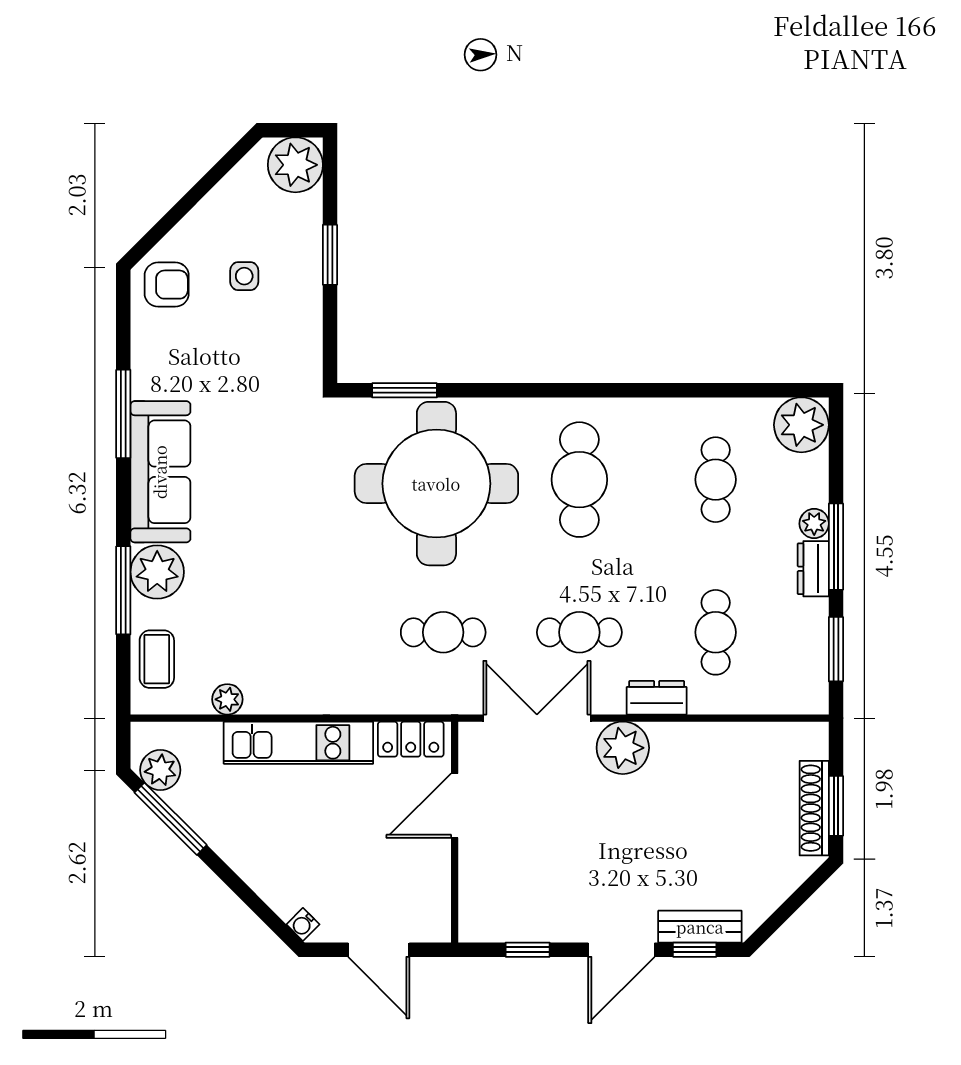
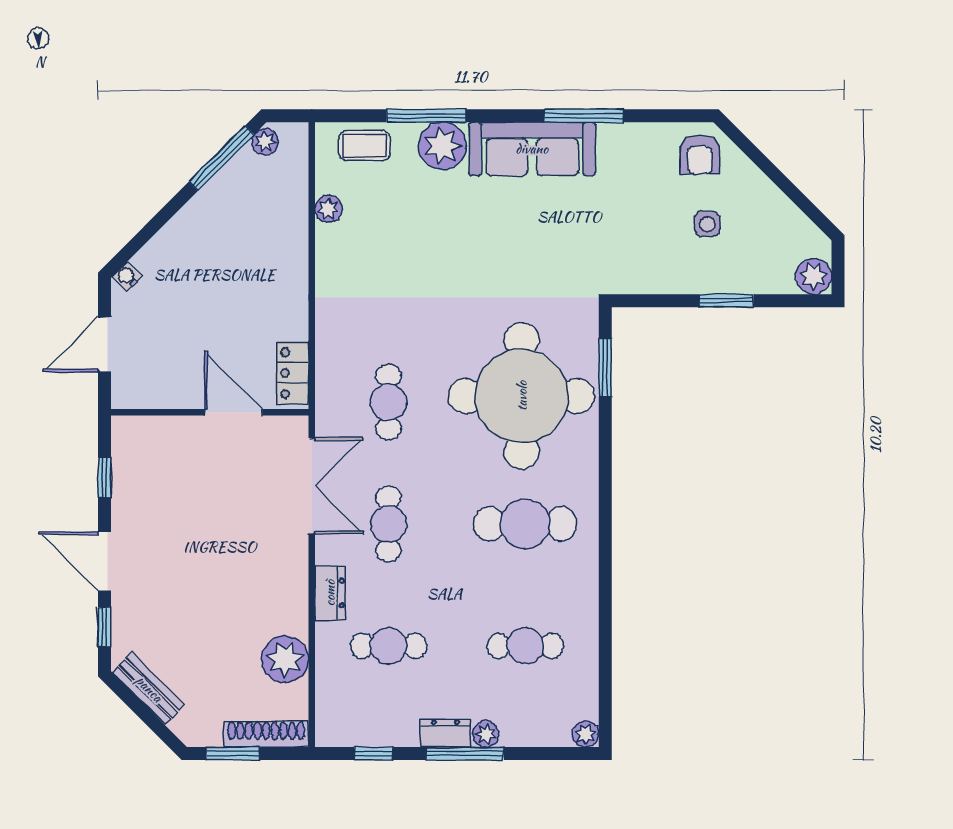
plant: (295, 165) -> (814, 276), width x0.73, depth x0.73
plant: (801, 425) -> (586, 734), width x0.53, depth x0.53
window: (836, 649) -> (373, 754), width x0.67
kitchen unit: (298, 743) -> (290, 272), removed
plant: (623, 748) -> (285, 659), moved
plant: (160, 770) -> (265, 142), width x0.73, depth x0.73
shoe rack: (814, 808) -> (266, 734), moved
bench: (700, 927) -> (149, 689), moved, turned -45

